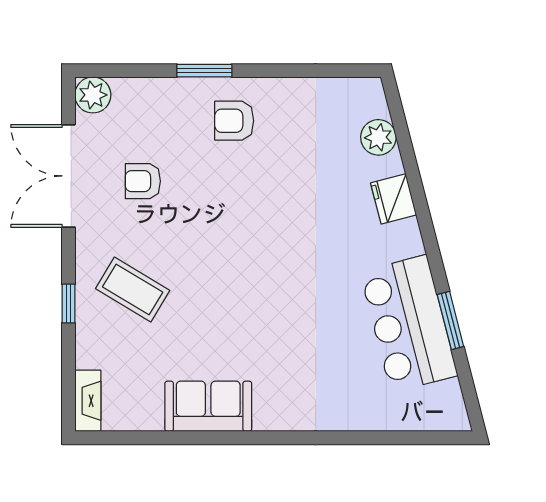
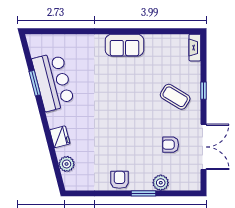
plant: (93, 95) -> (161, 183), moved
armchair: (234, 121) -> (119, 180), moved, turned -90
armchair: (143, 181) -> (171, 145), turned 180
sofa: (208, 406) -> (124, 45), moved

